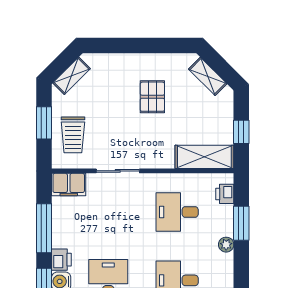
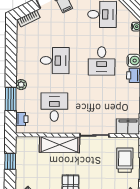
shelving: (204, 157) -> (60, 145), moved
desk: (177, 212) -> (54, 107), turned -90

